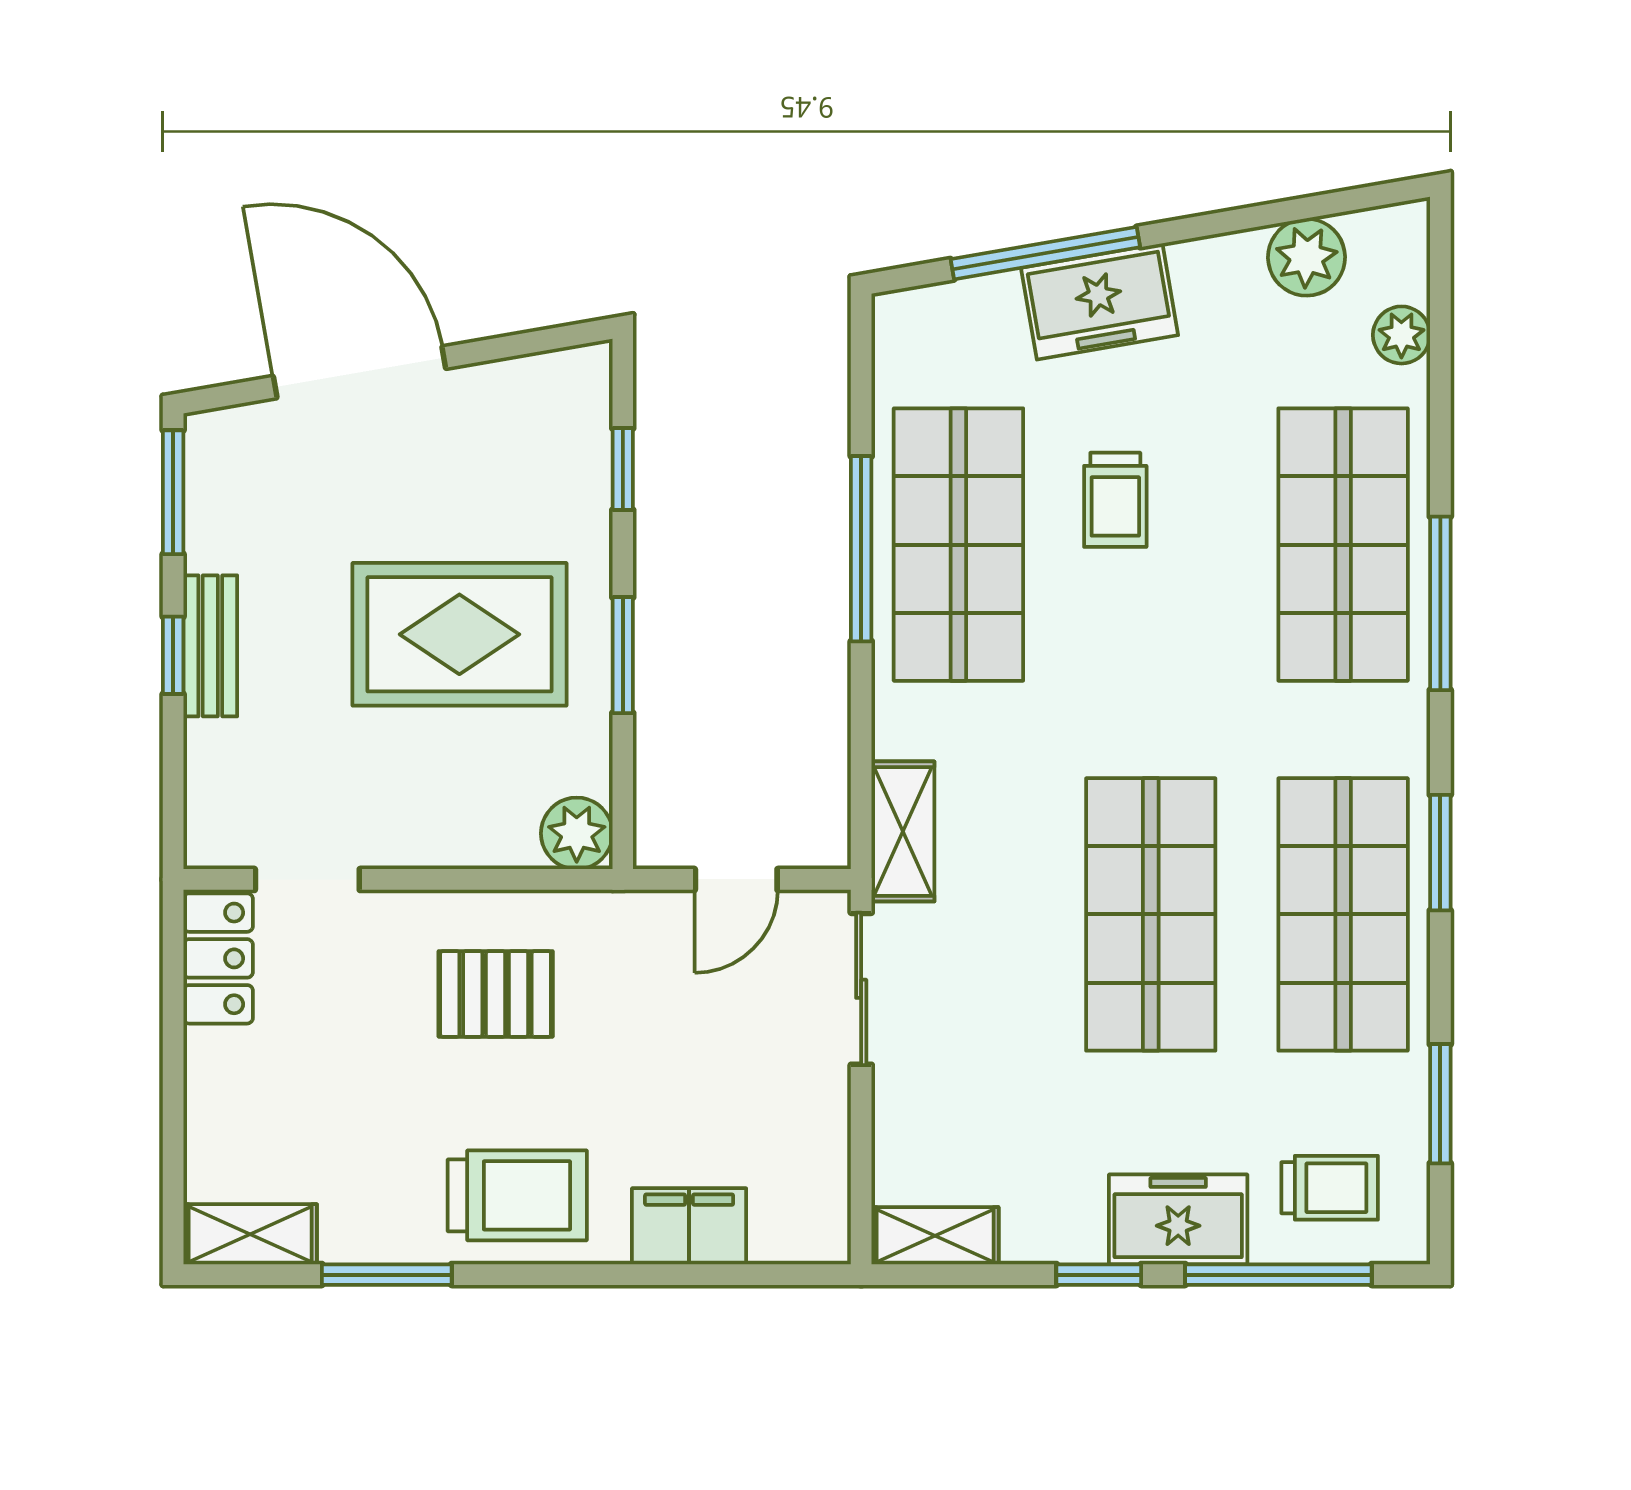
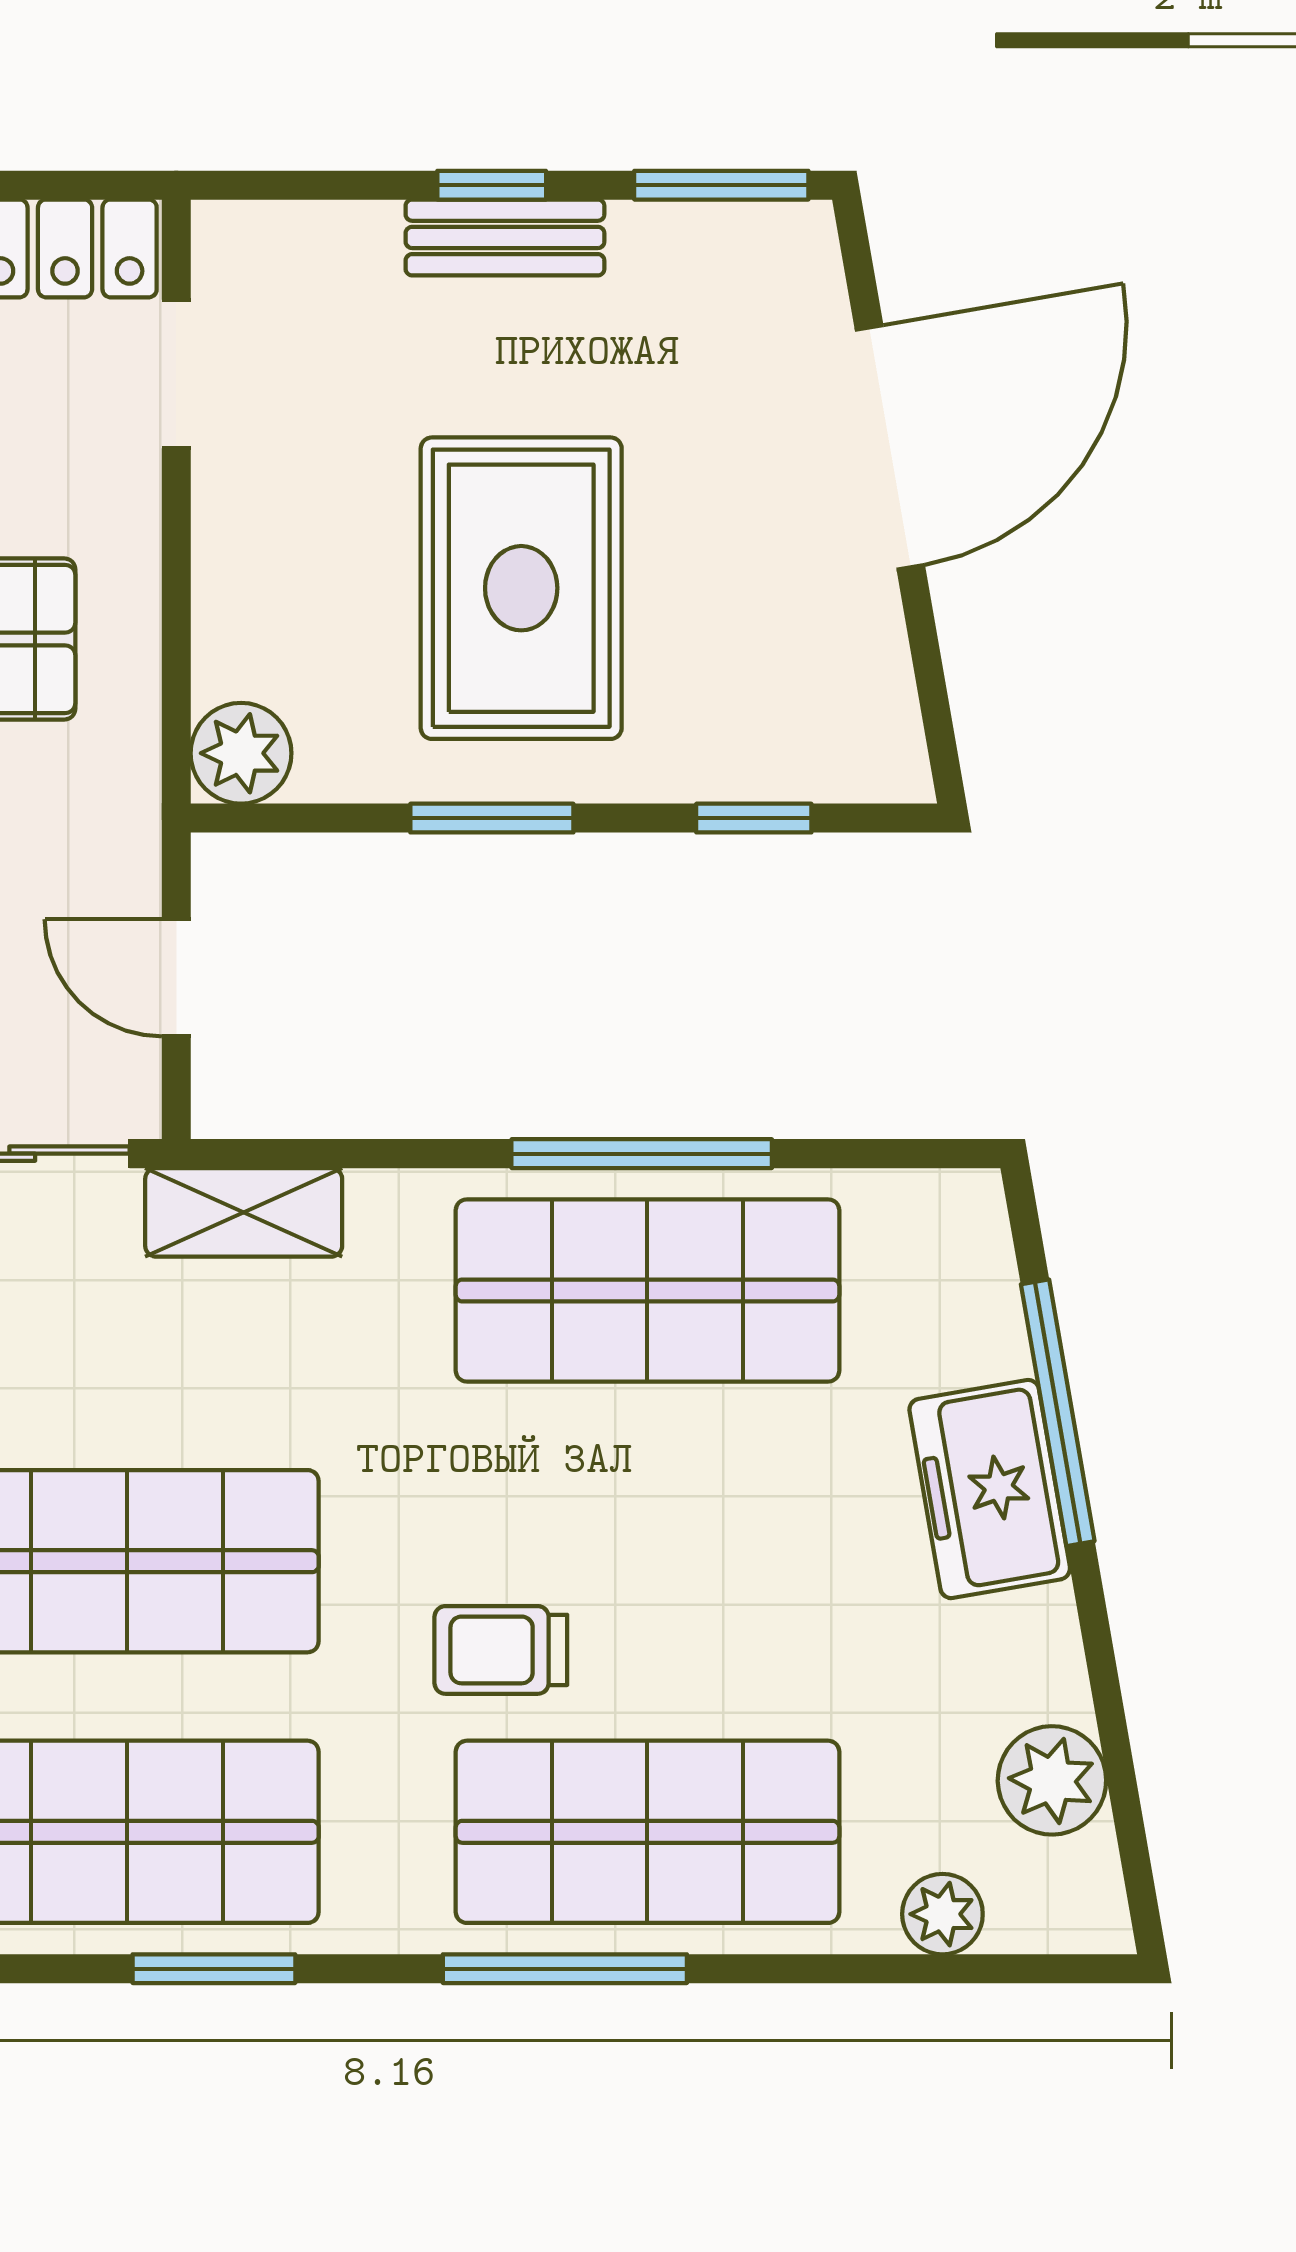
trolley: (1115, 500) -> (501, 1650), moved

